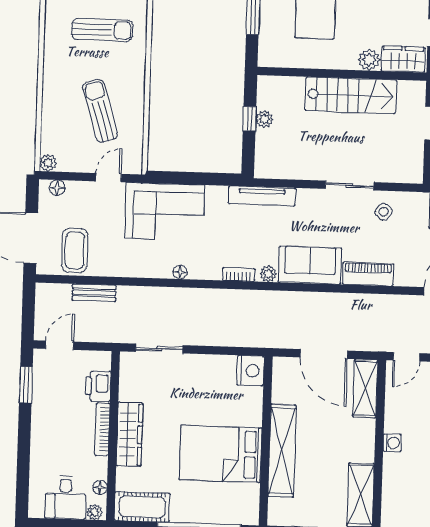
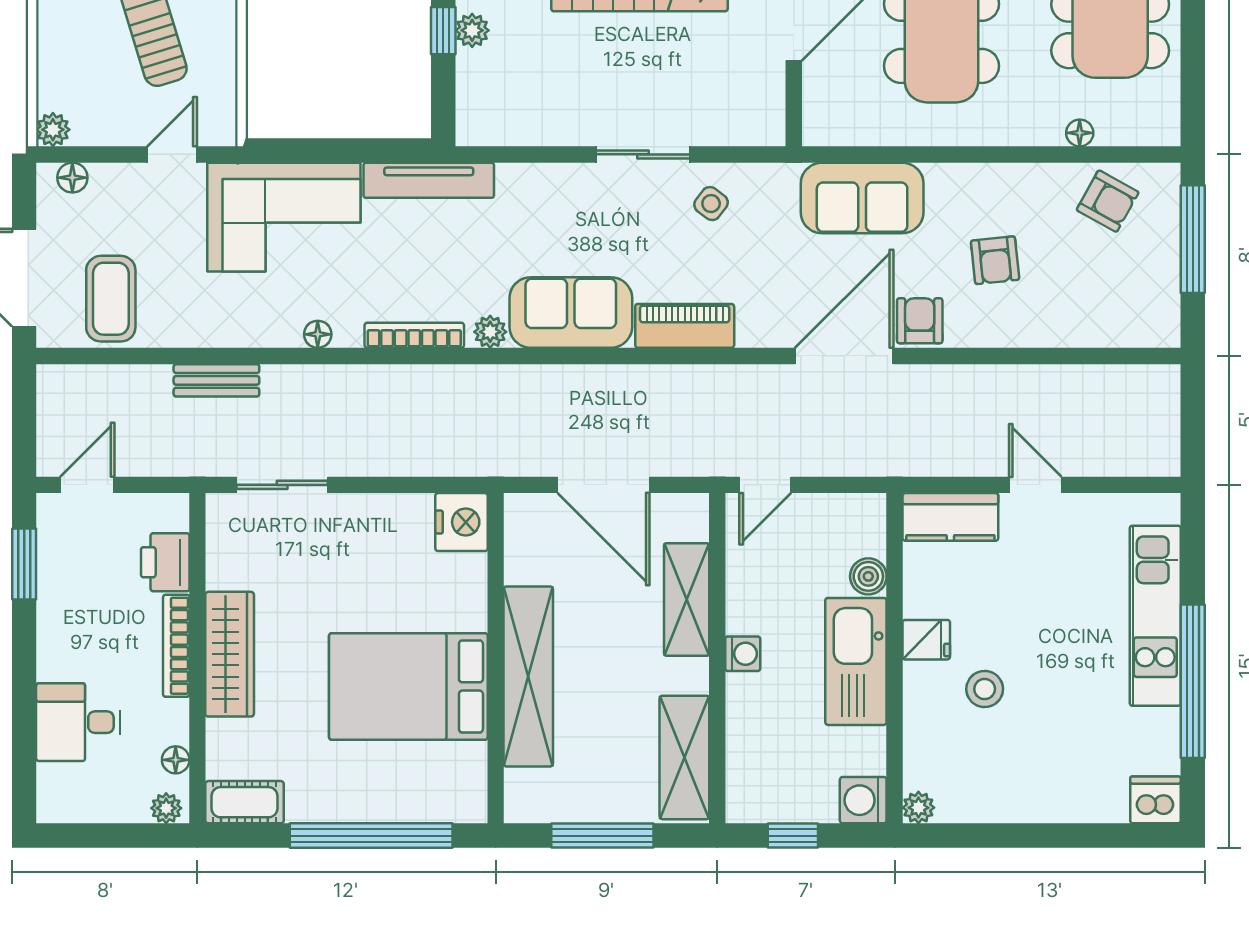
tv unit: (262, 196) -> (429, 180), moved
bookcase: (239, 275) -> (414, 335), width x1.56
bench: (94, 293) -> (216, 380), moved
shelving: (365, 388) -> (687, 600), moved
desk: (66, 497) -> (78, 722), moved, turned 90
cot: (142, 507) -> (245, 802), width x0.73, depth x0.75

